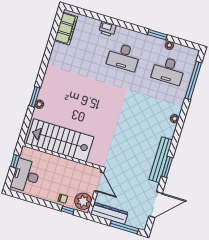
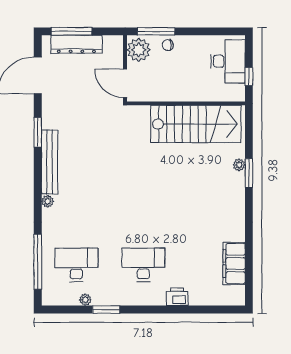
filing cabinet: (66, 29) -> (234, 263), moved
bench: (161, 160) -> (50, 162), moved
window: (68, 210) -> (156, 31), width x2.17
dresser: (109, 213) -> (76, 44), moved

